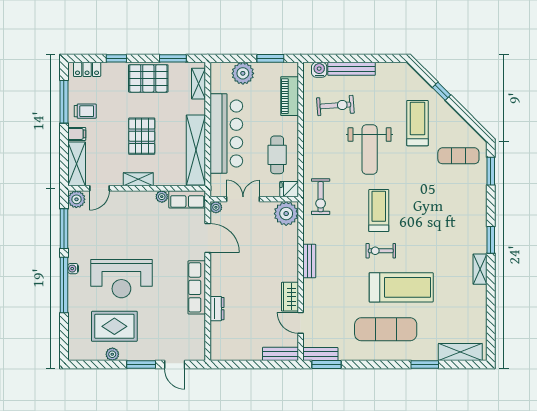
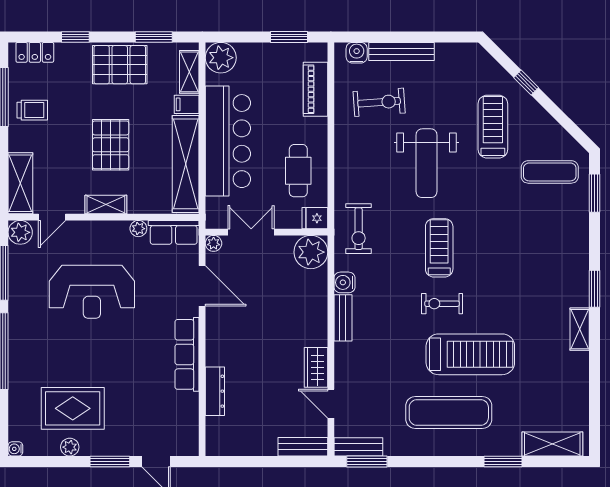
plant: (243, 73) -> (221, 58), moved
filing cabinet: (77, 134) -> (187, 104), moved, turned 180
water cooler: (310, 235) -> (344, 282), added
water cooler: (73, 269) -> (15, 449), moved
reception desk: (121, 279) -> (92, 292), moved
dresser: (217, 309) -> (215, 391), width x1.44

